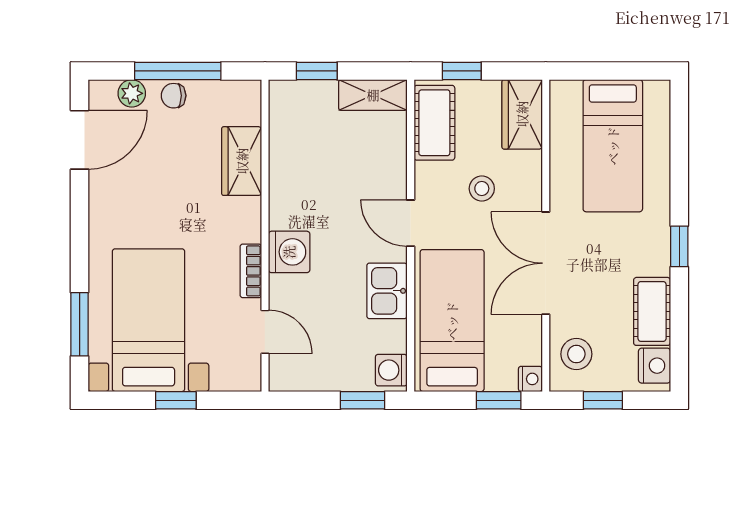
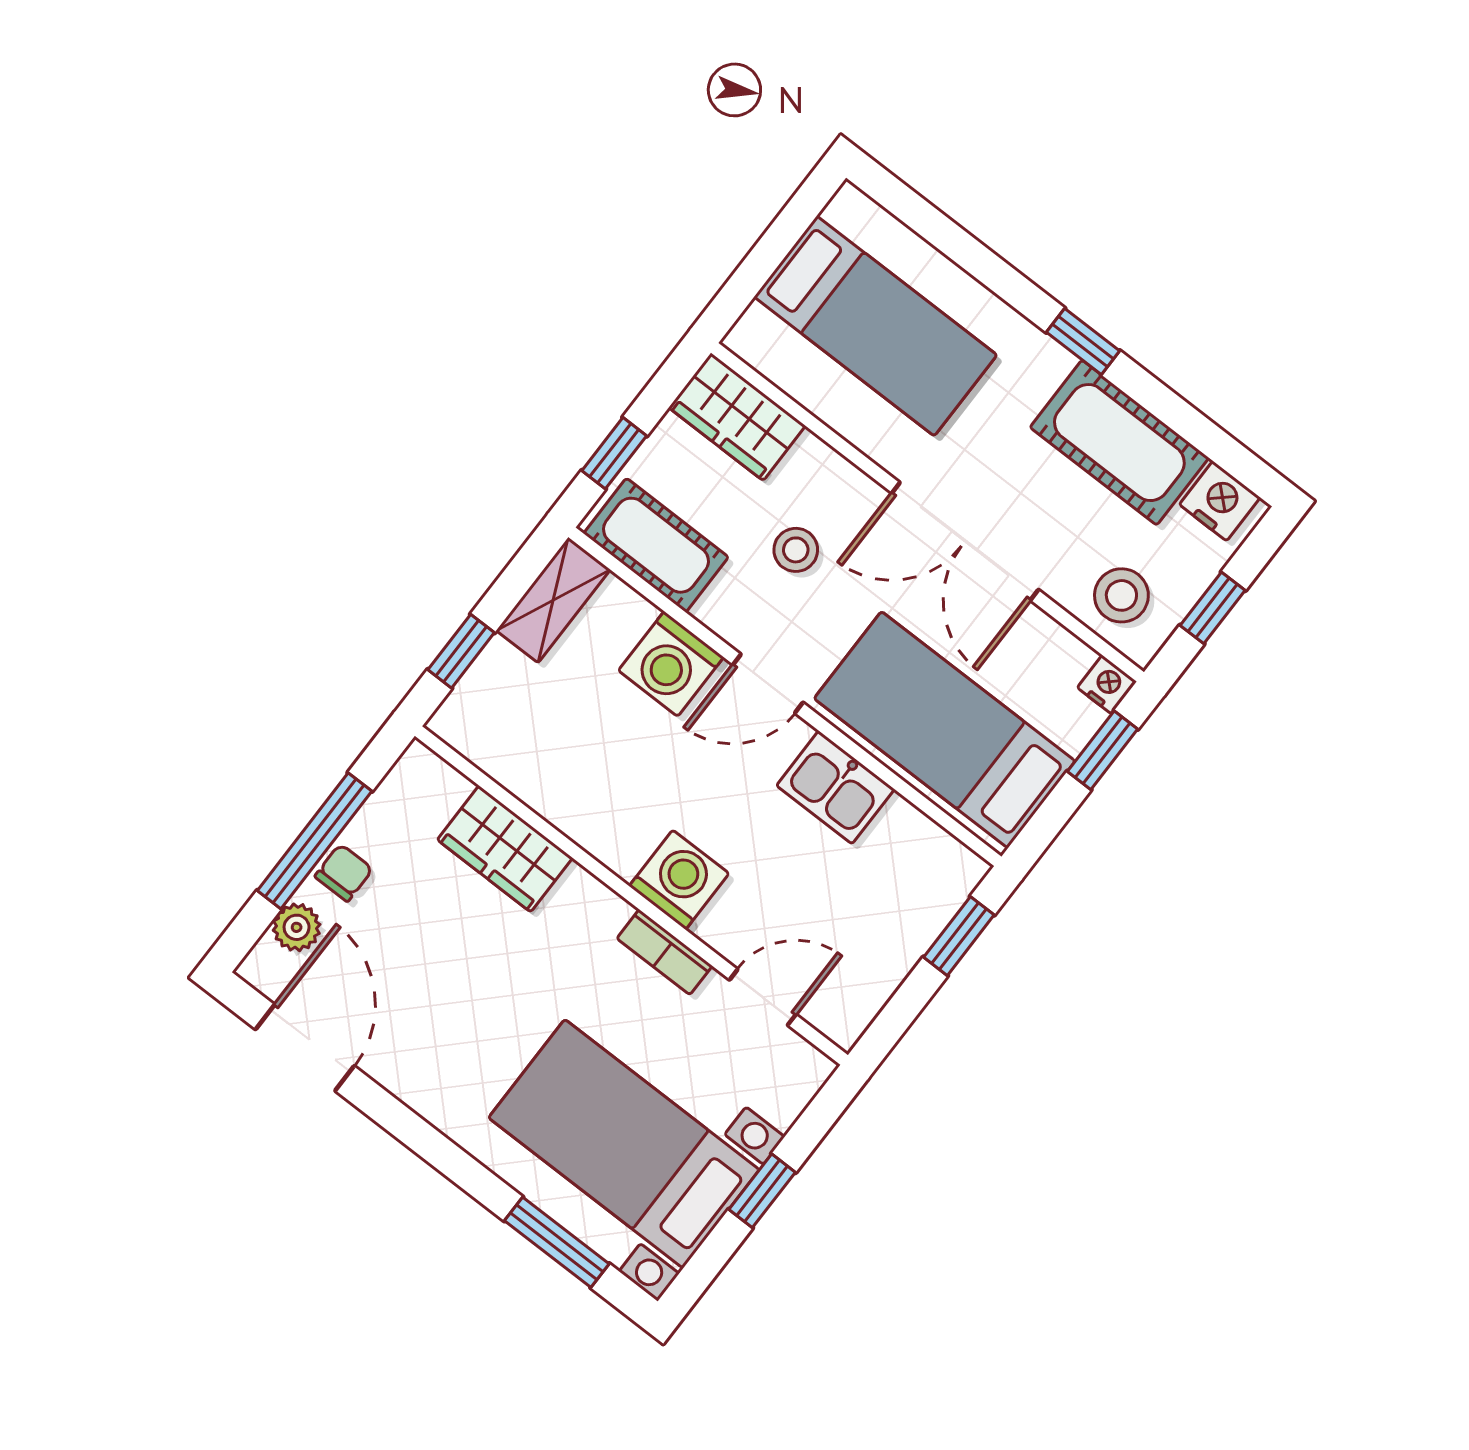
chair: (174, 96) -> (344, 873), turned 180
cot: (652, 311) -> (1119, 443), width x1.37, depth x1.34
washing machine: (391, 370) -> (671, 664), moved, width x1.38, depth x1.38

